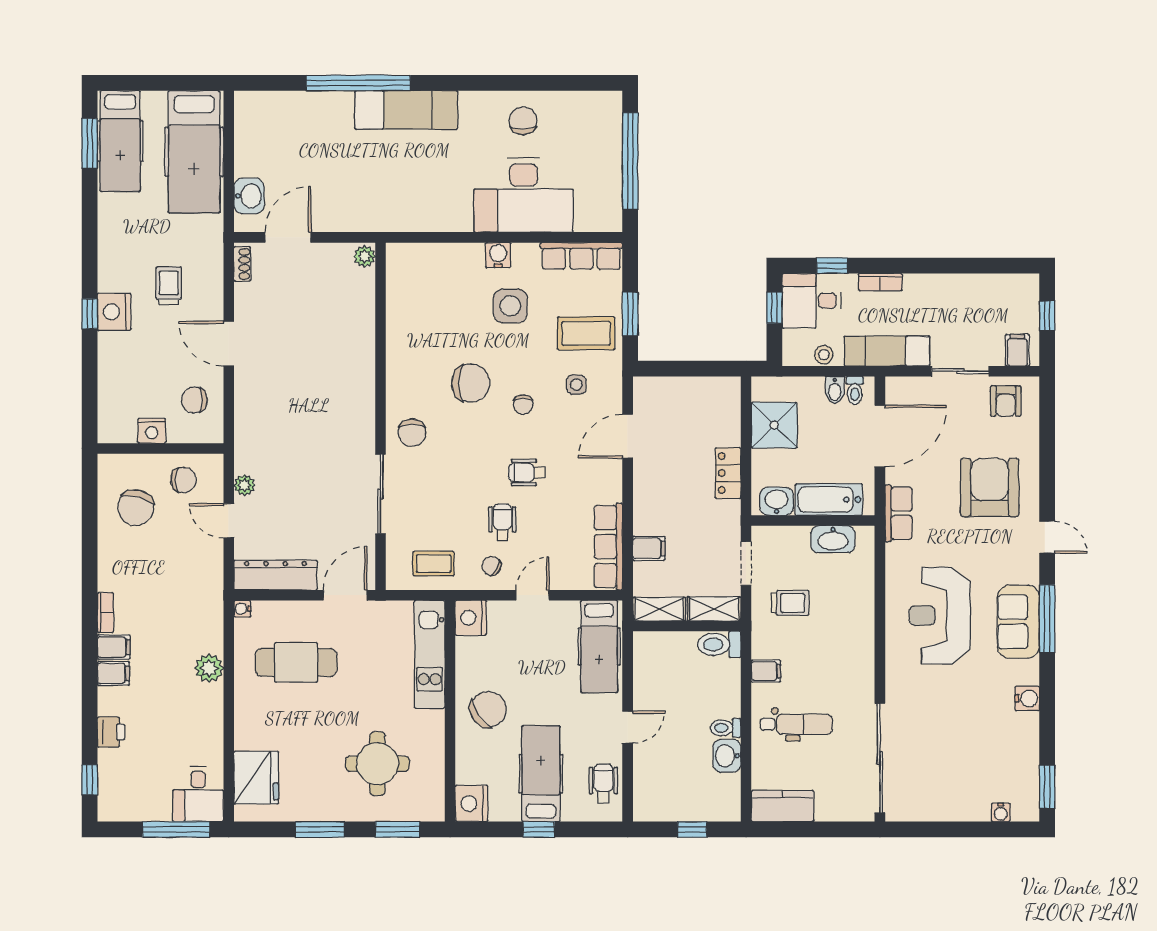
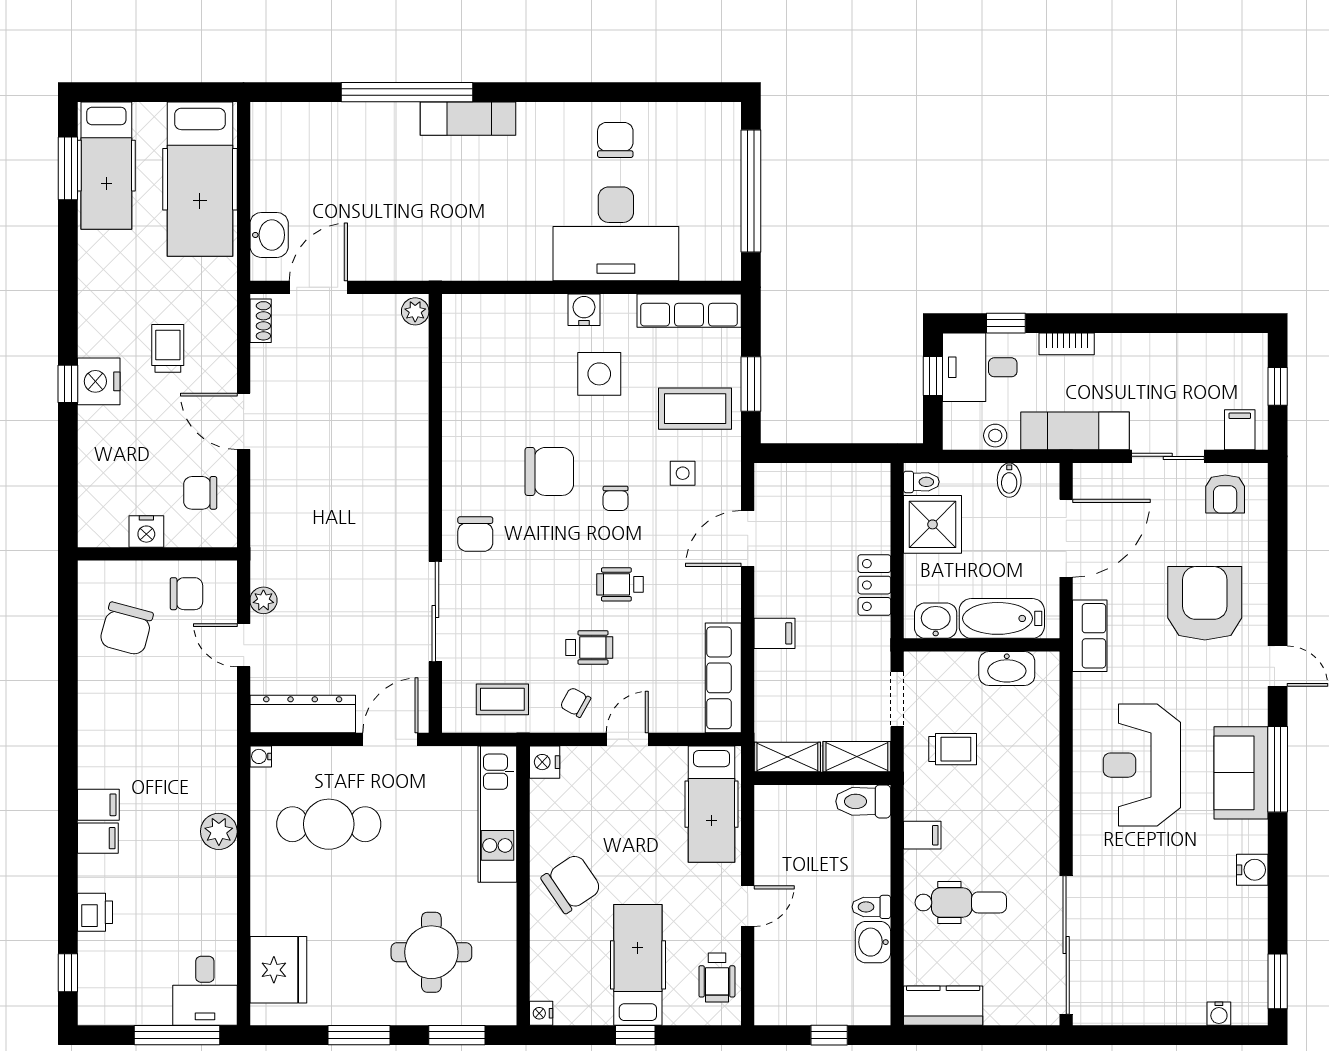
exam couch: (406, 110) -> (468, 119), width x0.73, depth x0.69
toilet: (855, 390) -> (921, 482), moved, turned -90
wheelchair: (502, 522) -> (589, 647), turned 90
filing cabinet: (649, 548) -> (774, 633), moved
bookcase: (105, 613) -> (88, 761), removed
nightstand: (471, 618) -> (545, 762), width x0.74, depth x0.75
wheelchair: (603, 784) -> (717, 977), turned 180
nightstand: (471, 803) -> (541, 1013), width x0.53, depth x0.56

